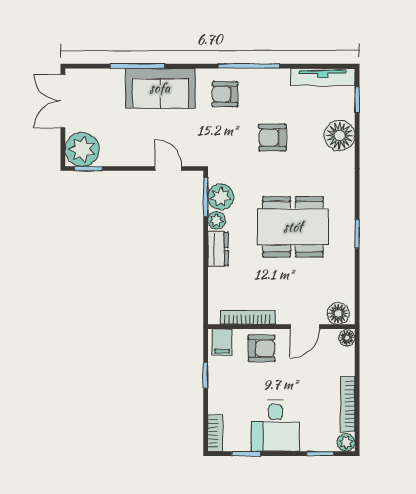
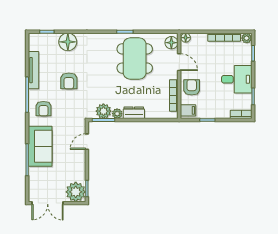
tv unit: (323, 77) -> (34, 70), moved
dining table: (293, 227) -> (135, 59), moved

